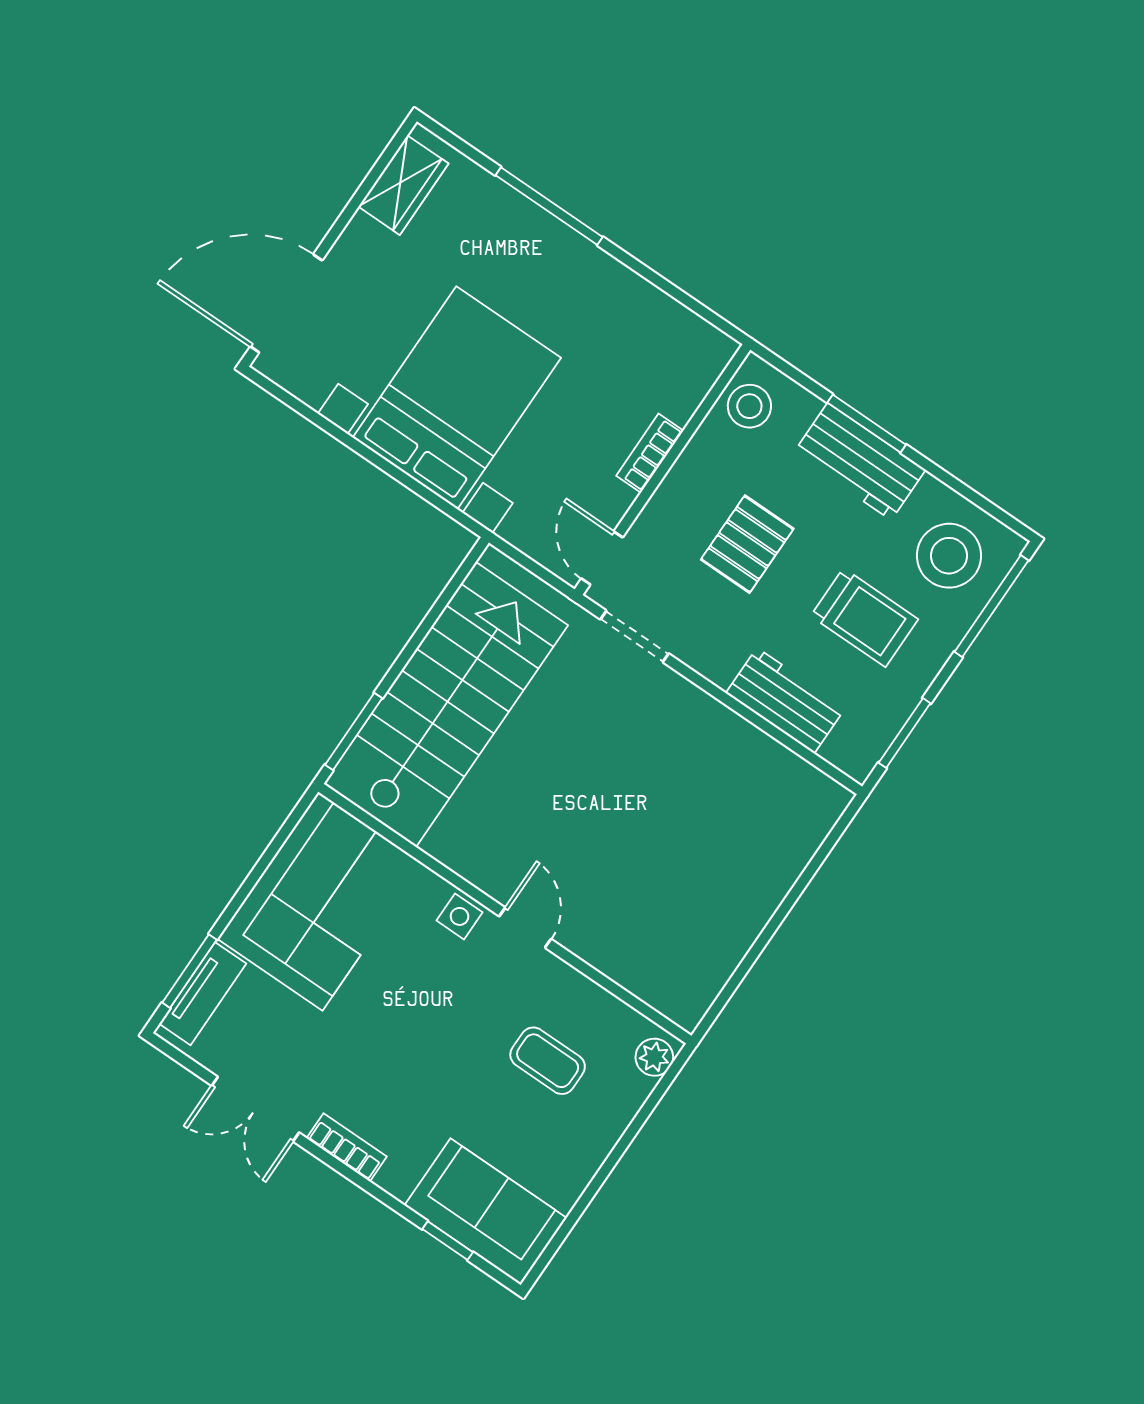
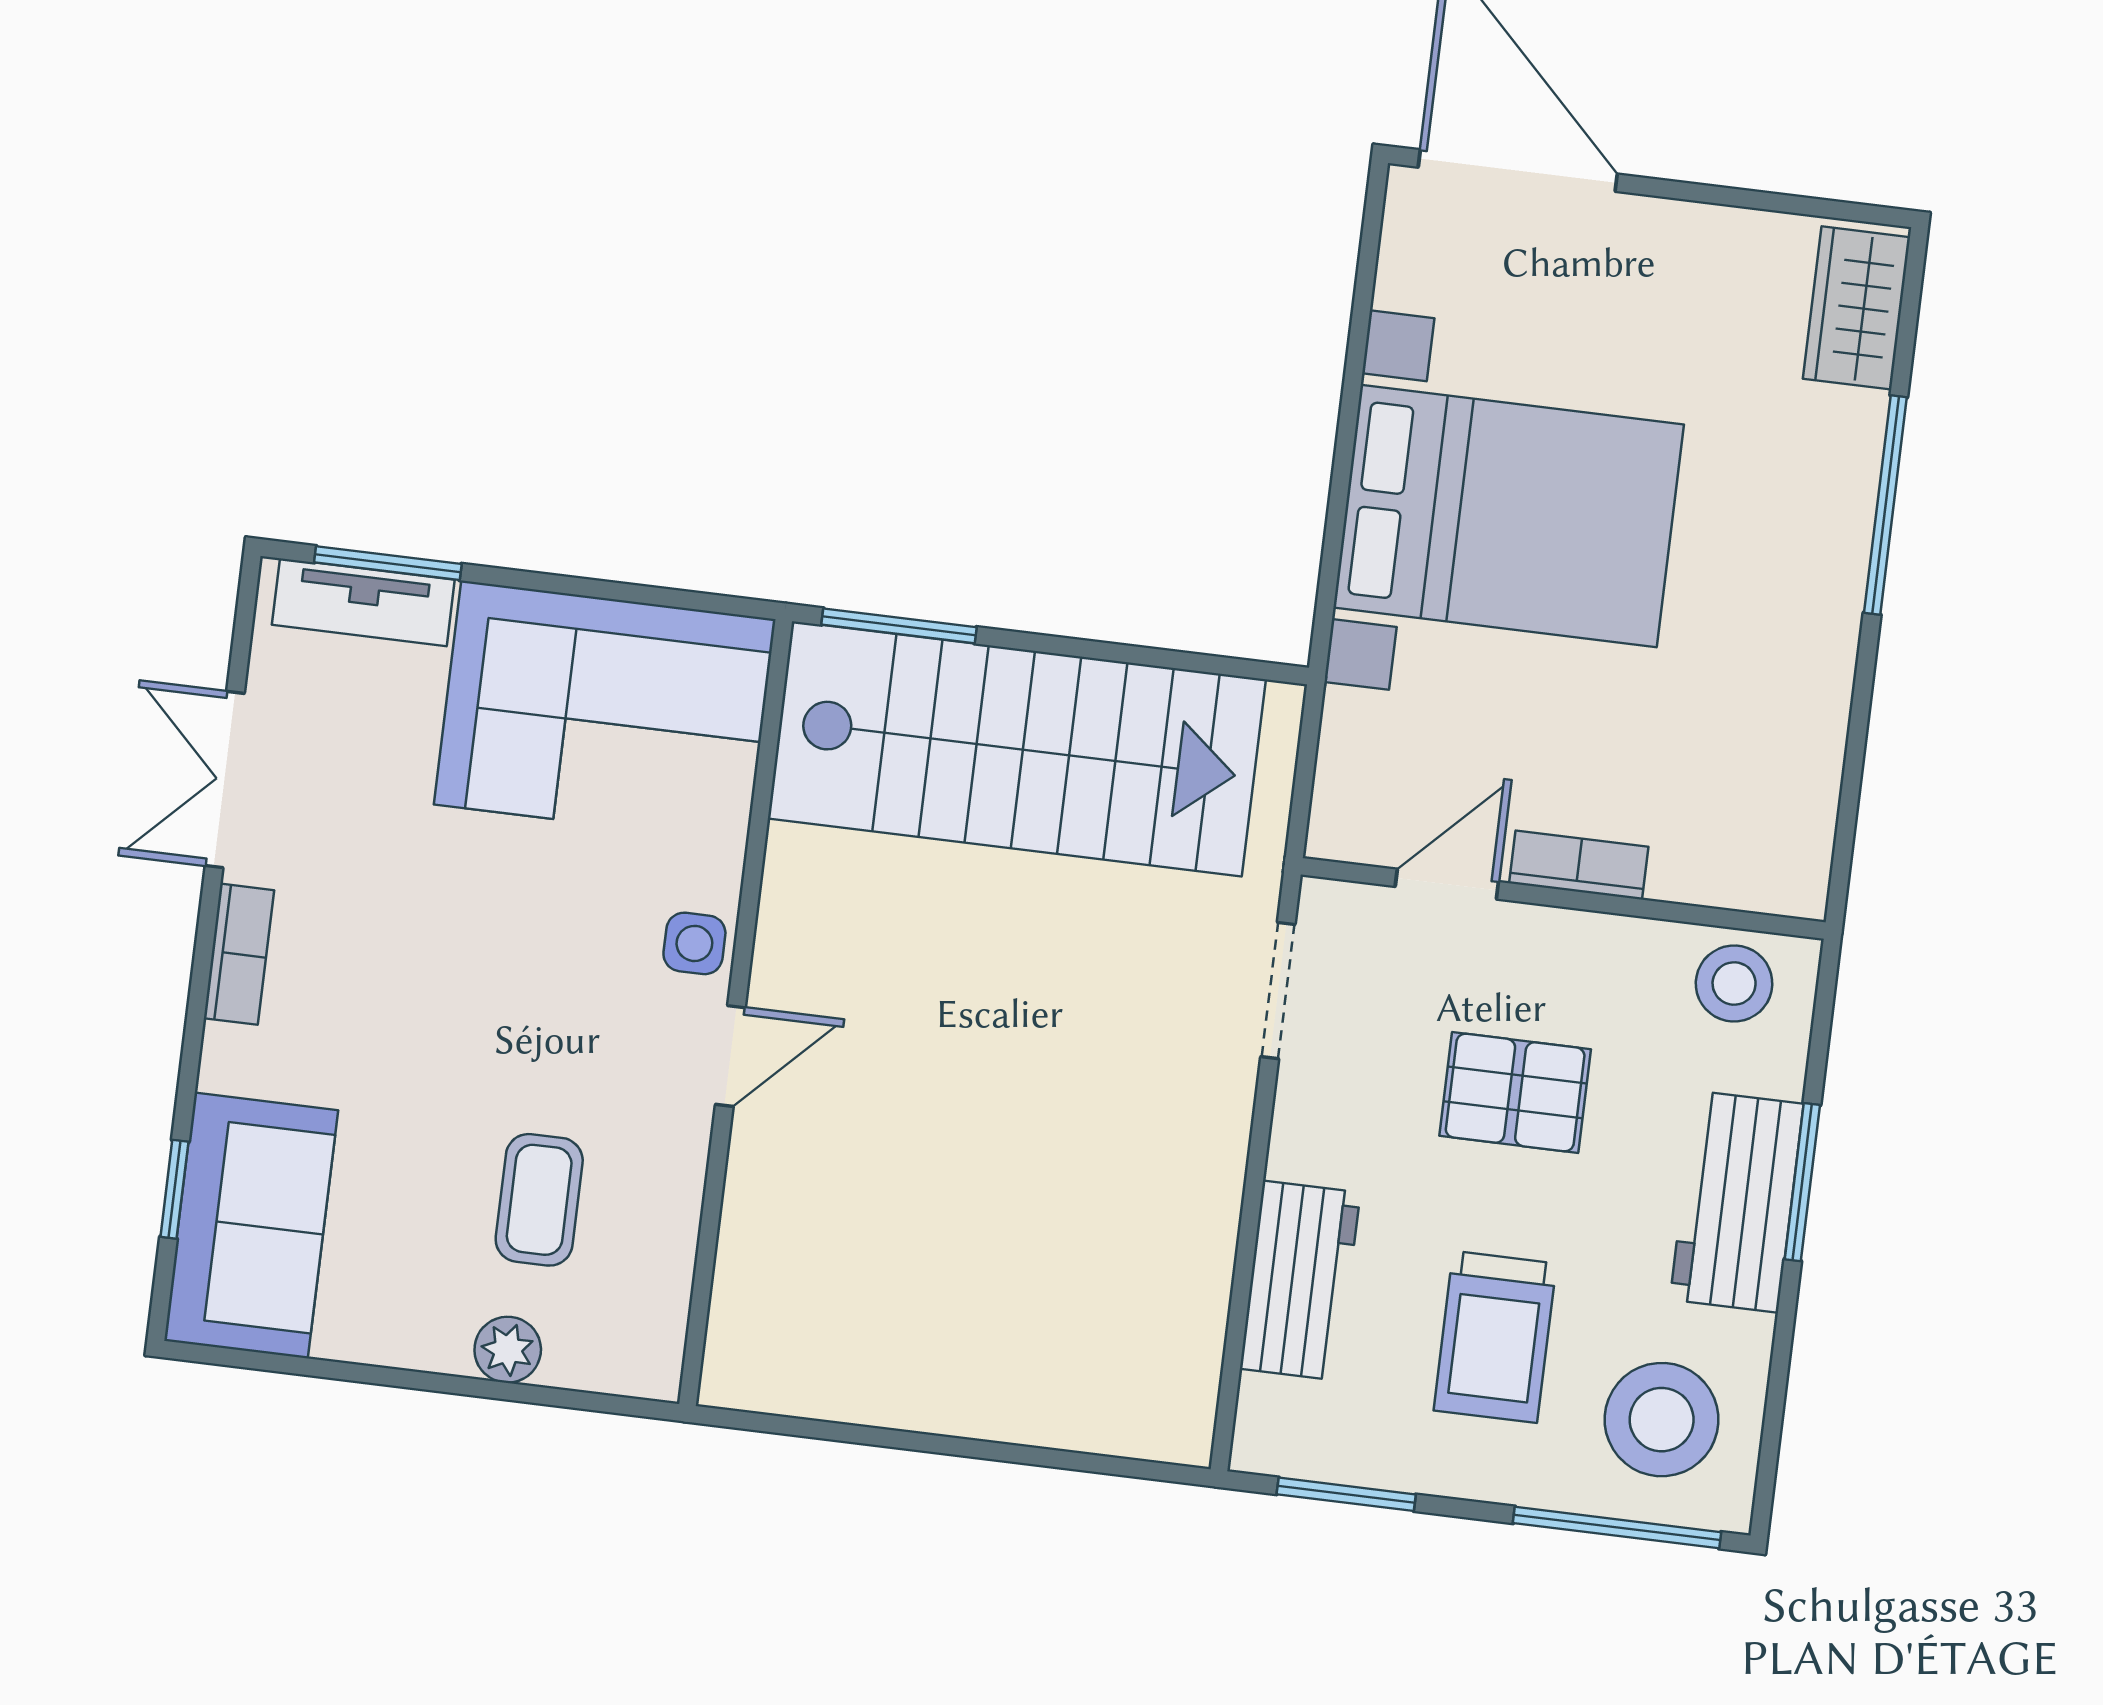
wardrobe: (403, 185) -> (1856, 308), moved, turned 90
door: (602, 558) -> (1447, 884), moved
plant: (654, 1057) -> (508, 1350), moved

